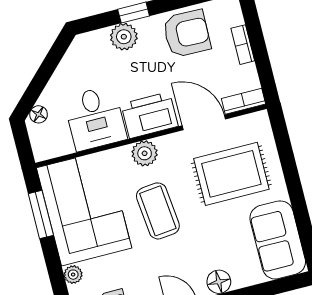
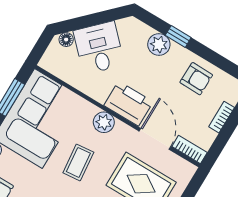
armchair: (187, 33) -> (196, 79), width x0.72, depth x0.72
desk: (95, 118) -> (99, 48), moved, turned 135
coffee table: (158, 211) -> (78, 162), width x0.73, depth x0.77

